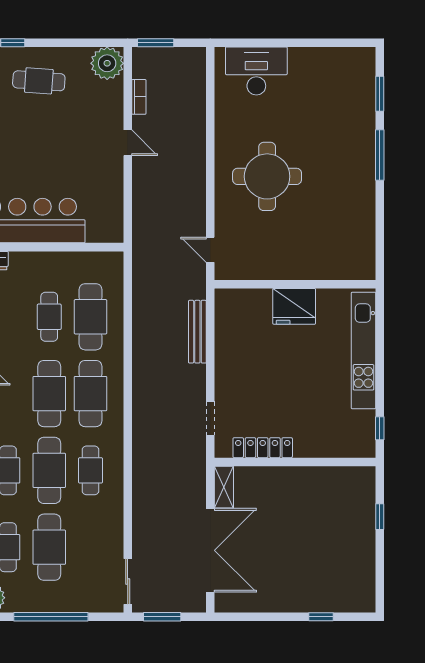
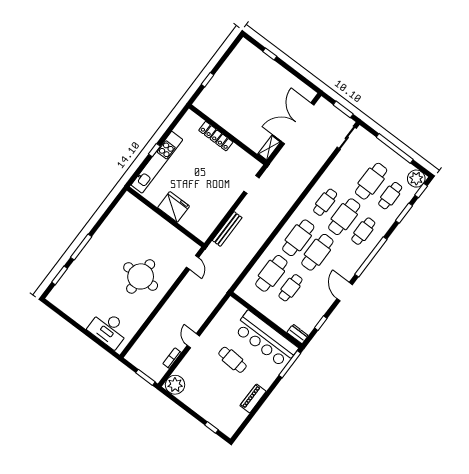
cafe table: (39, 81) -> (233, 360), moved
window: (380, 428) -> (154, 150), moved
locker: (263, 448) -> (216, 136), moved

